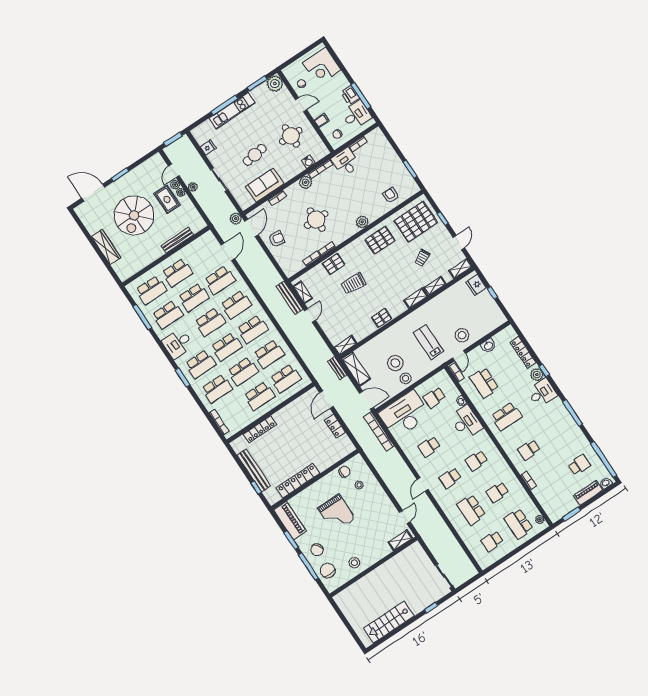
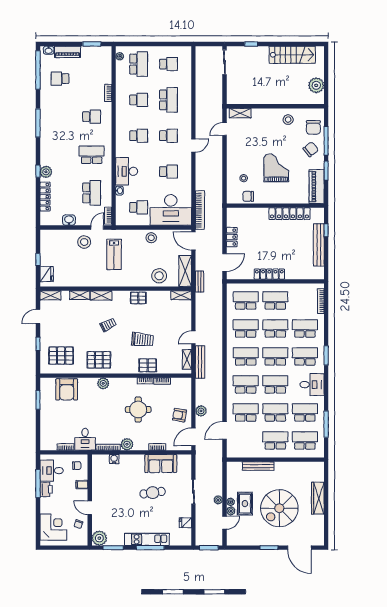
round table: (291, 136) -> (114, 489), removed
armchair: (391, 195) -> (67, 389), width x1.88, depth x1.88
spiral stairs: (134, 215) -> (279, 508), turned 180
plant: (236, 219) -> (201, 411), moved
pallet: (416, 222) -> (61, 356), width x0.73, depth x0.71
trolley: (422, 258) -> (108, 325), moved
stool: (395, 363) -> (159, 276), moved
desk: (542, 393) -> (51, 155), removed
locker: (260, 429) -> (269, 274), moved
plant: (350, 609) -> (316, 85), added

